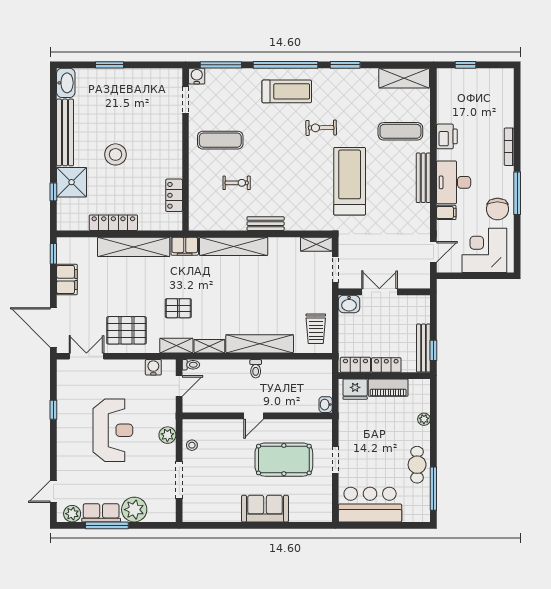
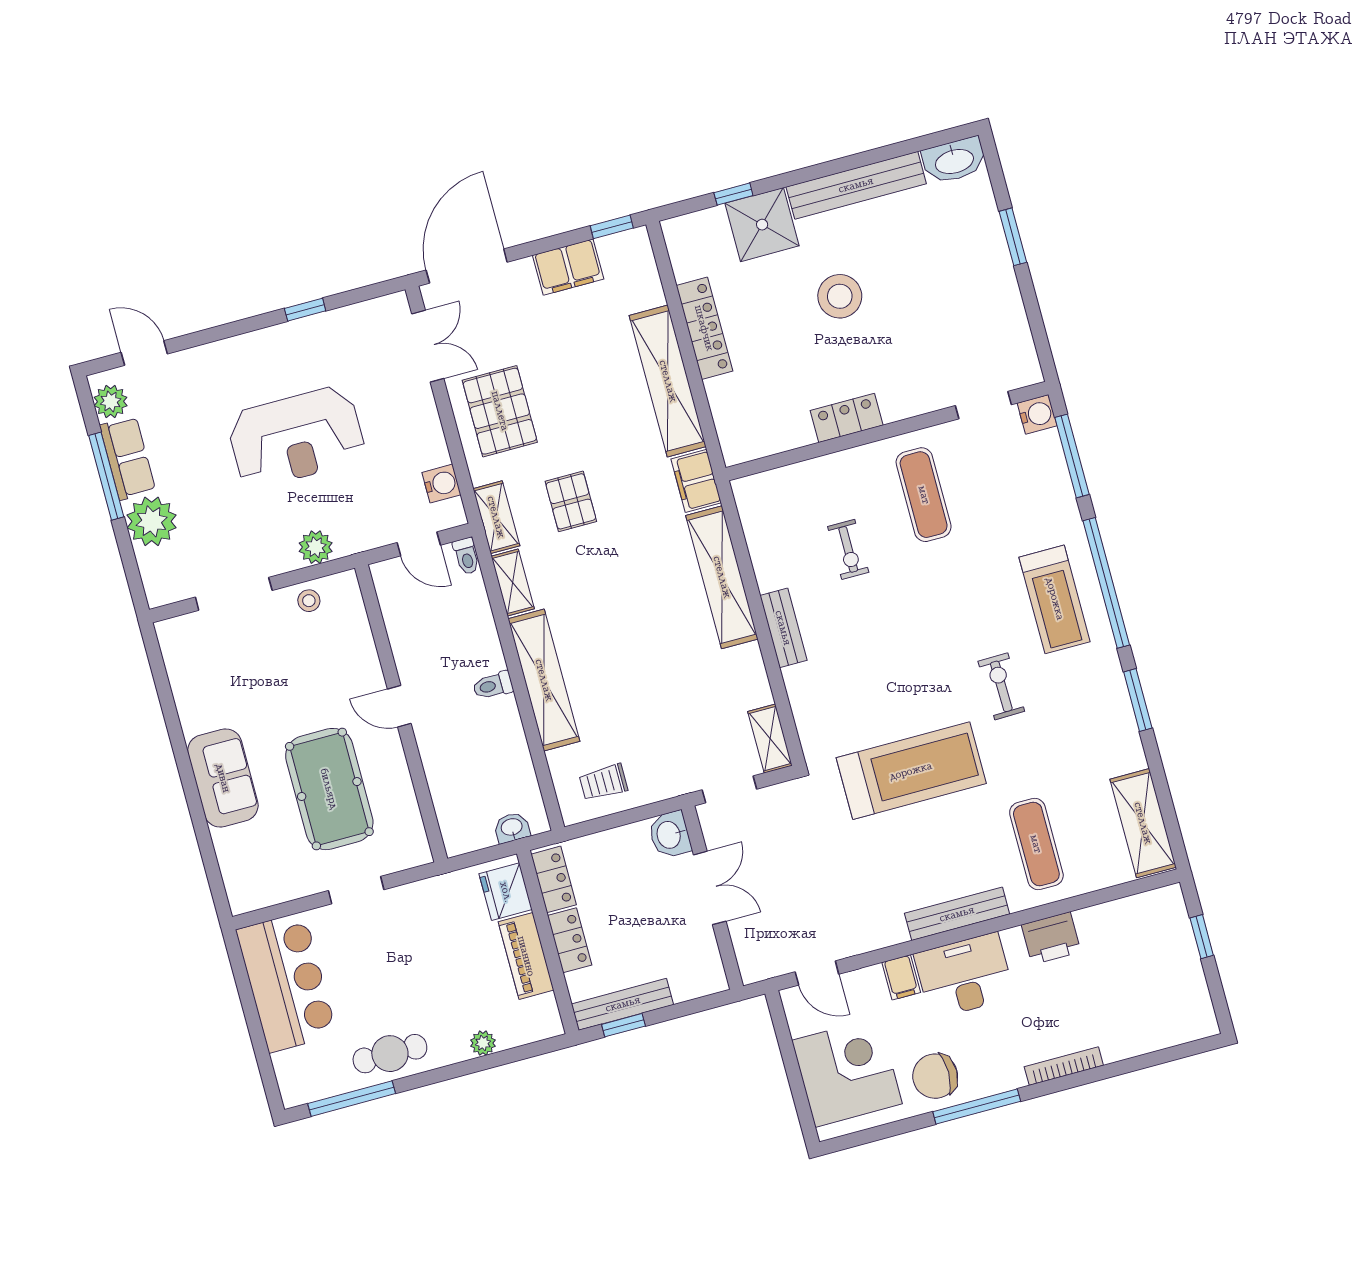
locker: (174, 195) -> (847, 418), moved
trolley: (316, 329) -> (603, 782), width x0.73, depth x0.72
washbasin: (326, 405) -> (512, 828), moved

